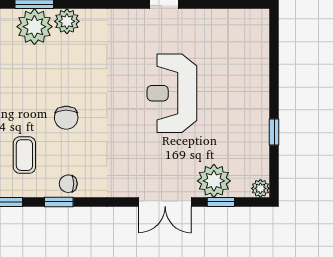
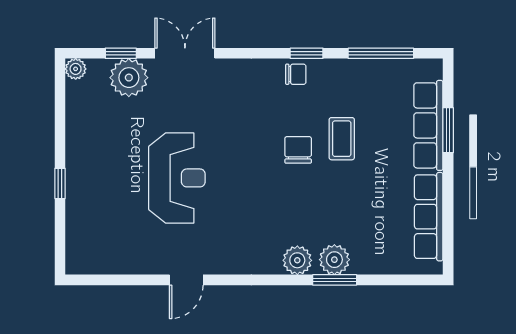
plant: (34, 27) -> (334, 260), width x0.73, depth x0.73
window: (274, 132) -> (60, 183), moved
coffee table: (24, 155) -> (342, 139), moved

